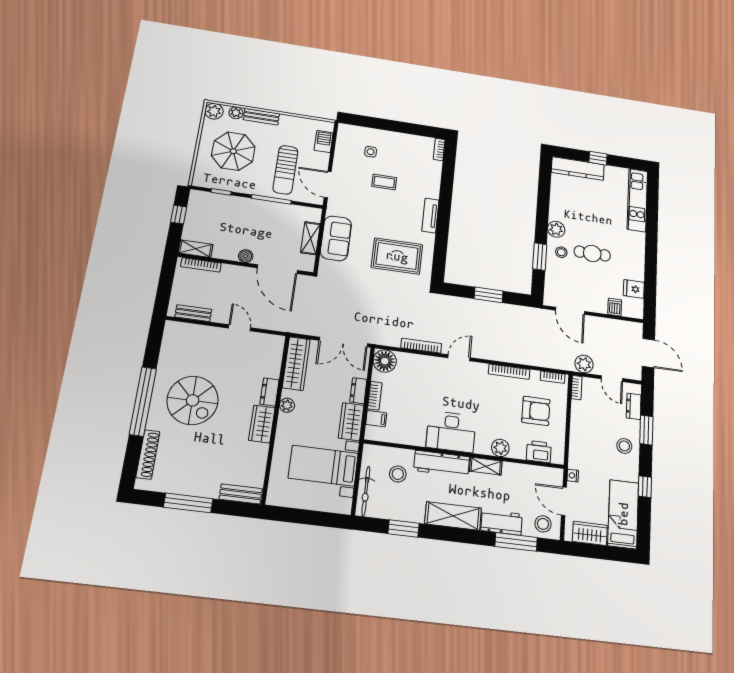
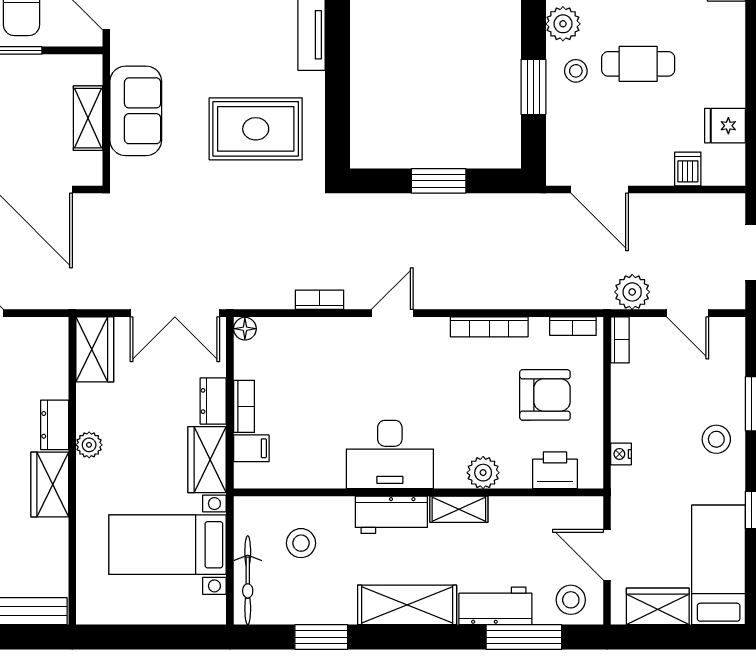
bookcase: (421, 346) -> (319, 300), width x0.64
floor lamp: (385, 361) -> (245, 329), width x0.53, depth x0.53
wardrobe: (296, 363) -> (95, 349), width x0.67
dresser: (634, 406) -> (732, 361), removed
workbench: (442, 464) -> (391, 515), width x0.73
nightstand: (573, 476) -> (621, 454), moved

